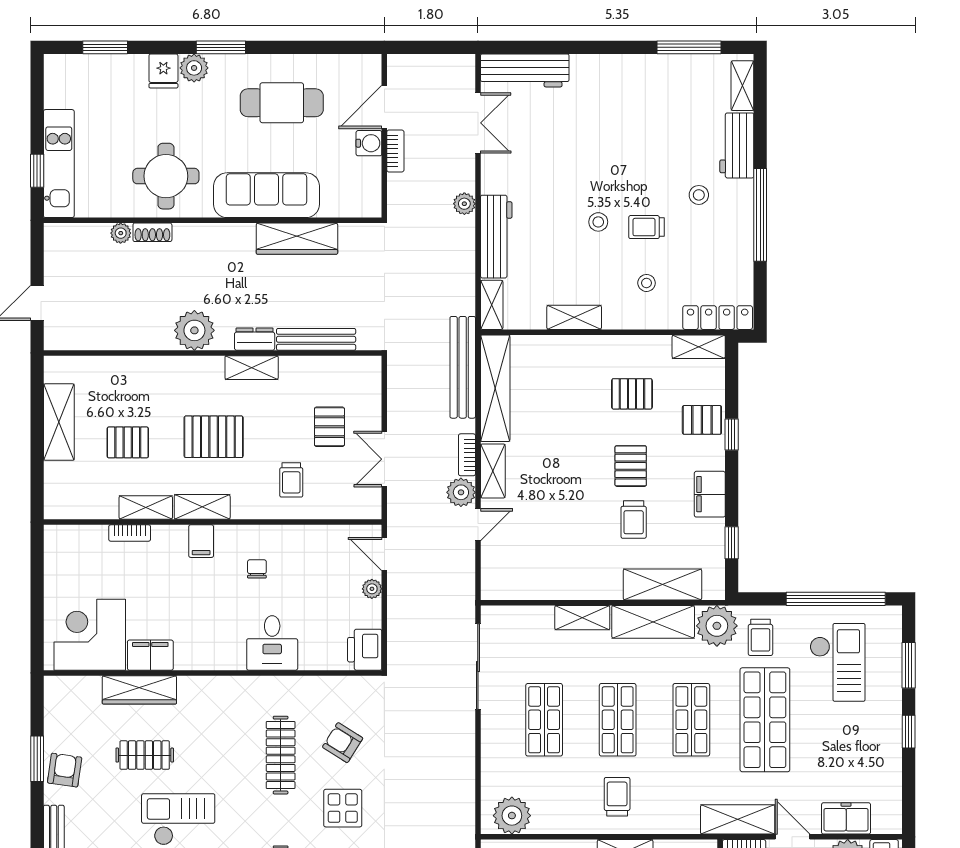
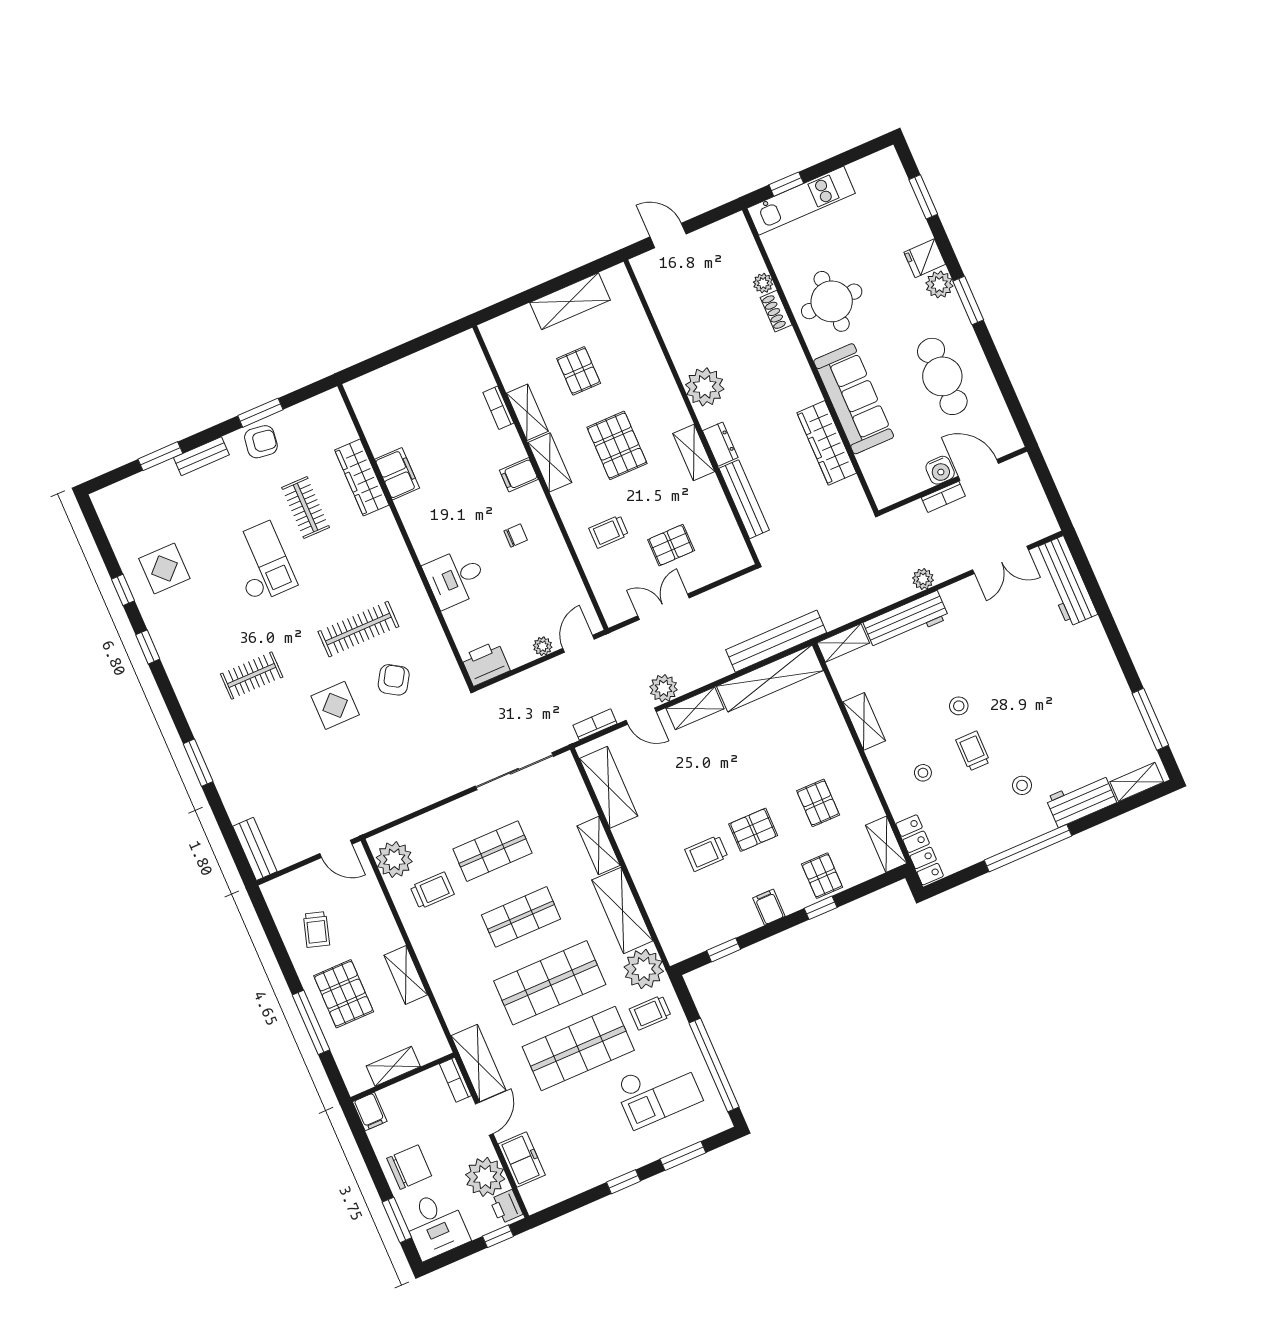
bookcase: (467, 455) -> (595, 724), moved
filing cabinet: (710, 494) -> (769, 907), width x0.50
shelving: (662, 584) -> (609, 787), moved
corner desk: (90, 635) -> (392, 412), removed
shop shelf: (691, 720) -> (550, 983), width x1.43, depth x1.36
trolley: (617, 797) -> (432, 890), moved

